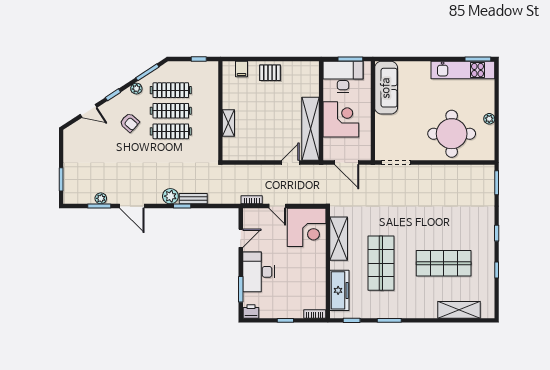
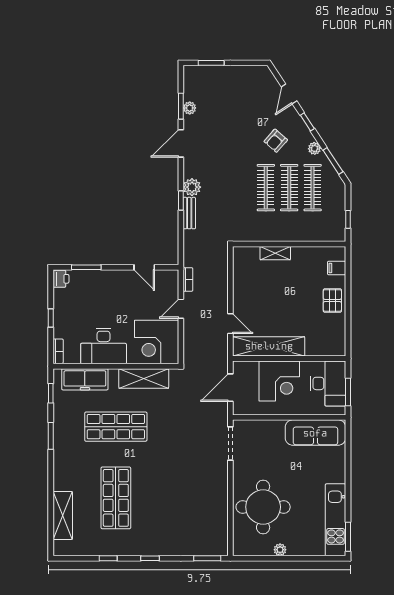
desk: (259, 272) -> (104, 346), moved, turned 180

